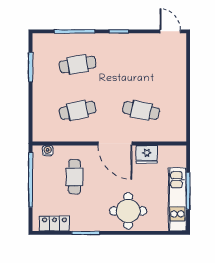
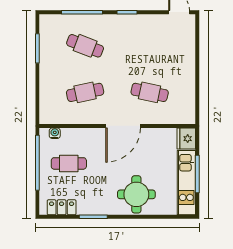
cafe table: (78, 65) -> (85, 46), turned 30
door: (115, 144) -> (123, 126), hinge flipped
fridge: (147, 154) -> (186, 139), moved, turned 90
cafe table: (75, 177) -> (69, 163), moved, turned 90

